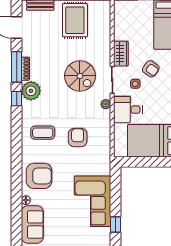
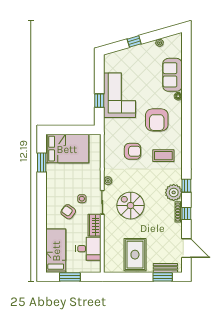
window: (17, 67) -> (186, 214), width x0.46
desk: (128, 110) -> (88, 249), moved
armchair: (78, 138) -> (133, 151), turned -90
armchair: (39, 176) -> (157, 120), moved, turned -90
window: (115, 224) -> (99, 101), moved

